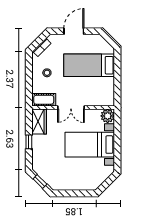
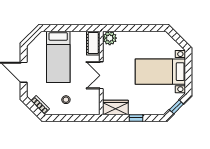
cot: (44, 100) -> (93, 43), moved
double door: (71, 108) -> (101, 75), swing flipped
bed with nightstands: (90, 145) -> (160, 72), moved, turned 90

